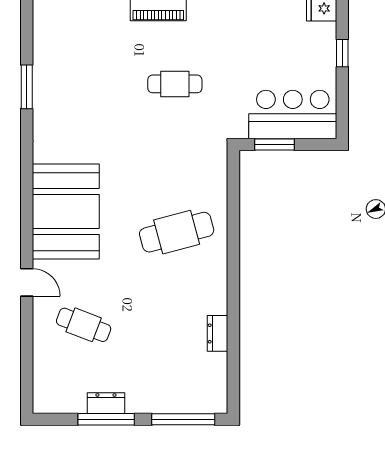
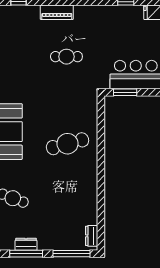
dresser: (218, 333) -> (92, 236), moved

